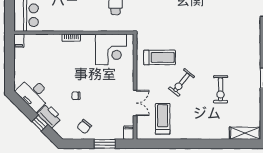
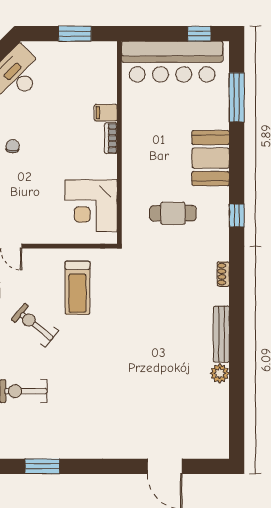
filing cabinet: (19, 41) -> (106, 113), moved
window: (10, 59) -> (75, 34), added

